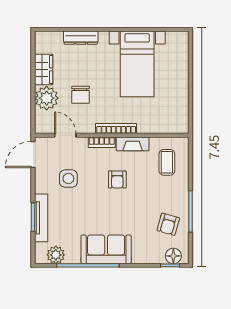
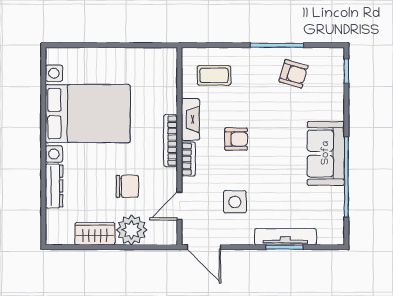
bed with nightstands: (137, 64) -> (88, 114), width x1.36
plant: (56, 255) -> (333, 218), removed
floor lamp: (173, 256) -> (334, 67), removed

